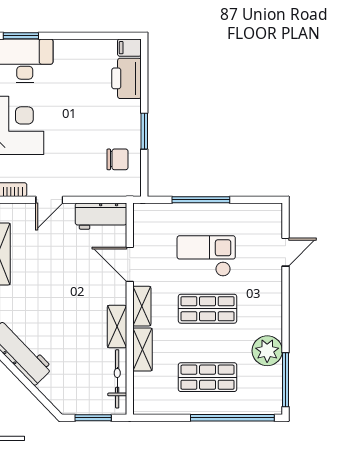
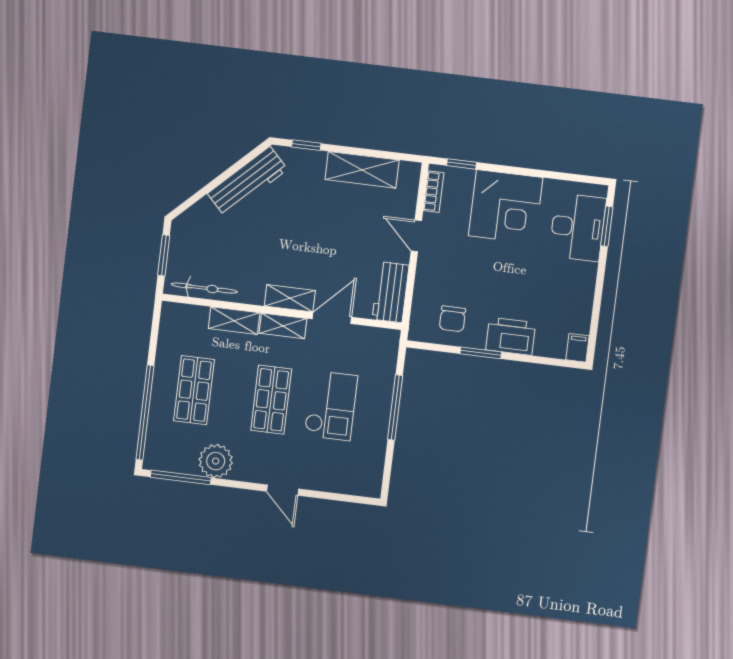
printer: (126, 78) -> (511, 336), moved
door: (285, 252) -> (283, 490), moved
shelving: (117, 327) -> (290, 298), moved

